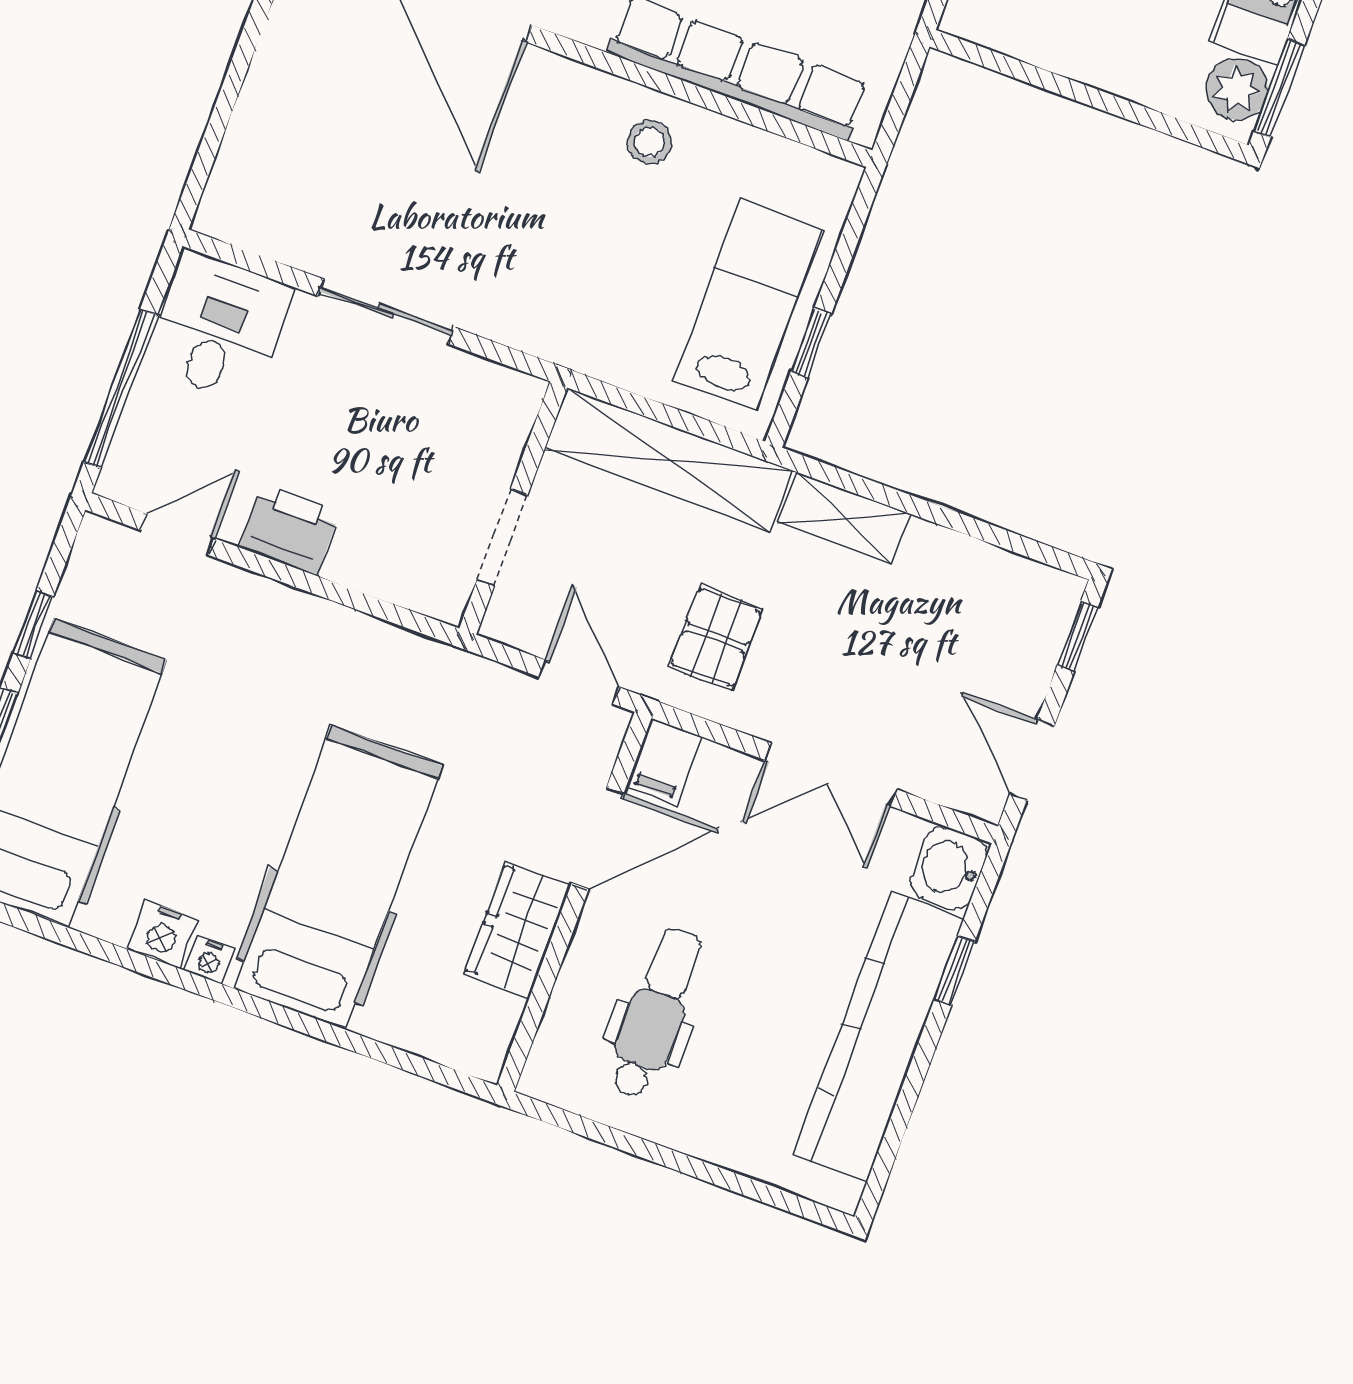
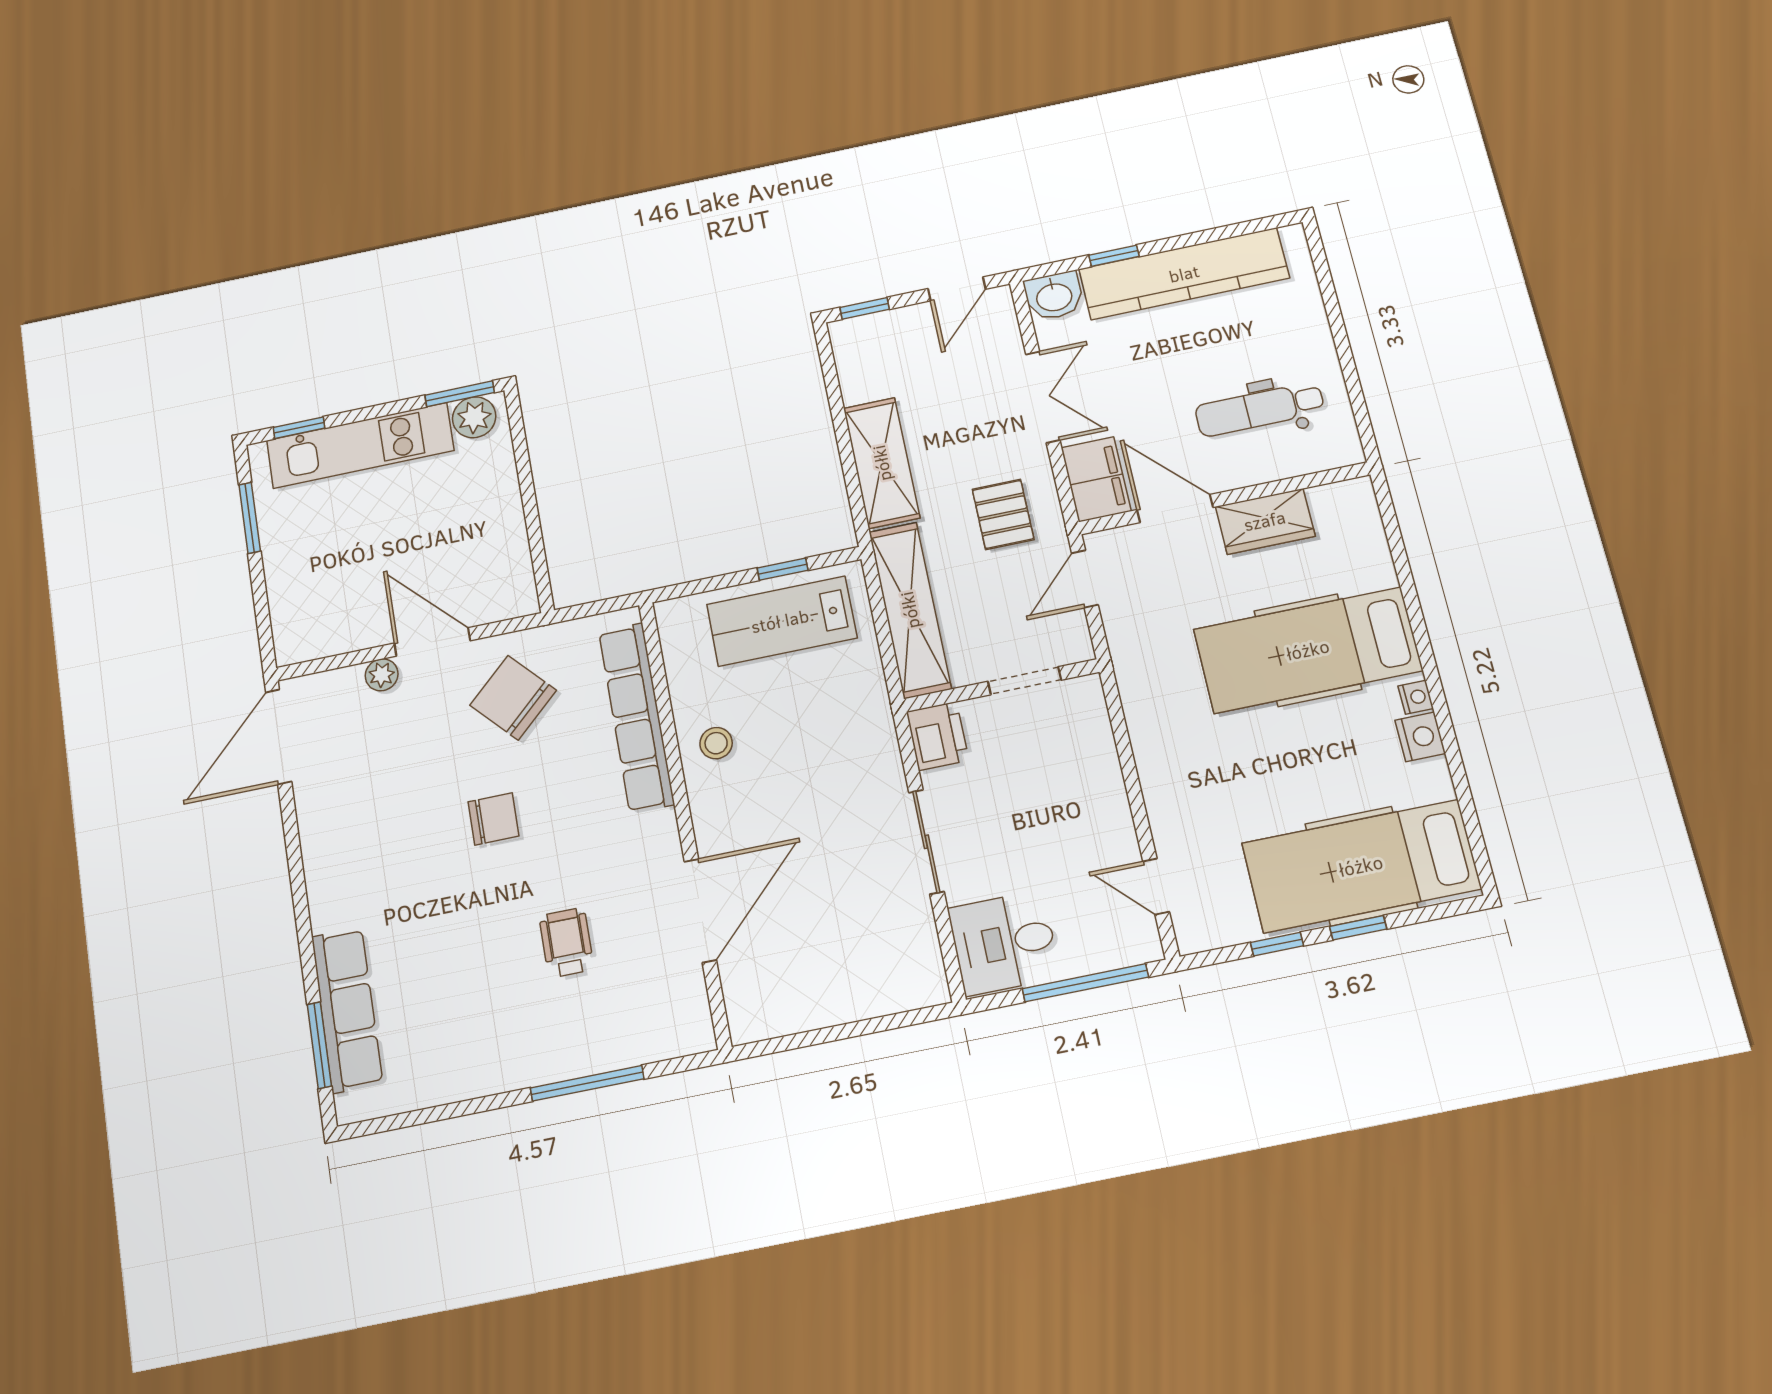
shelving: (844, 518) -> (882, 463), width x1.50, depth x1.33
printer: (290, 530) -> (938, 736), moved, turned 180
pallet: (716, 638) -> (1003, 514), turned 90
filing cabinet: (664, 762) -> (1096, 479), width x2.00

